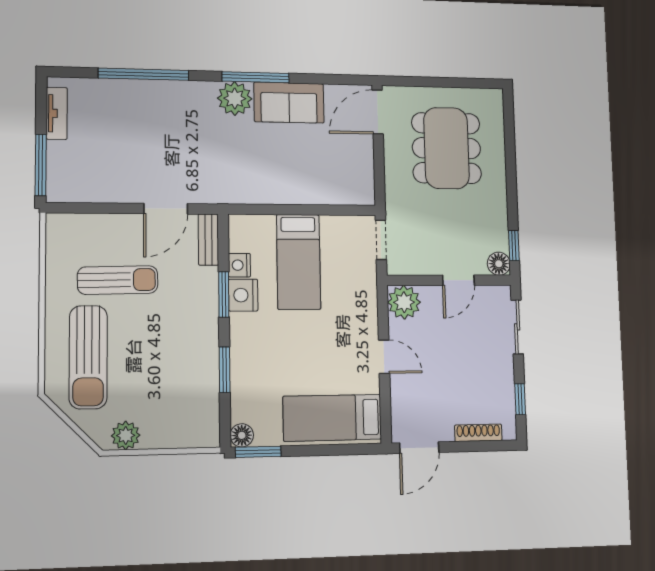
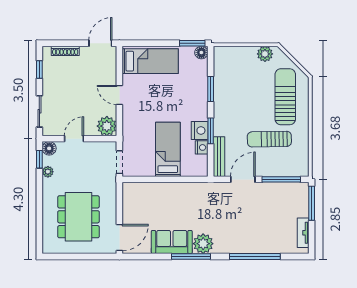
window: (96, 208) -> (281, 179), added
plant: (499, 224) -> (48, 172), added
bench: (208, 240) -> (219, 157), width x1.36

